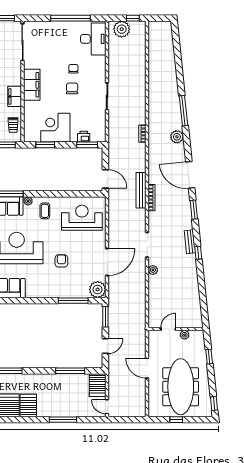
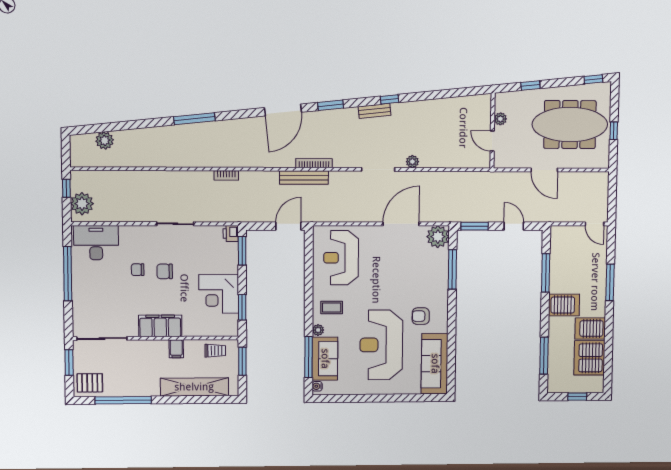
filing cabinet: (15, 96) -> (176, 349), width x0.50
printer: (84, 137) -> (231, 233), moved
plant: (177, 137) -> (105, 141), moved
armchair: (61, 261) -> (421, 316), moved
door: (107, 262) -> (401, 224), hinge flipped
door: (147, 368) -> (544, 170), hinge flipped
server rack: (98, 385) -> (564, 305), moved
door: (107, 407) -> (594, 224), hinge flipped

